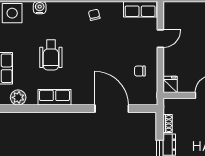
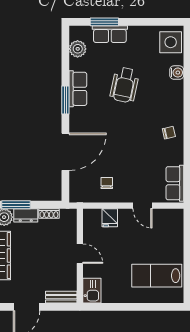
wheelchair: (51, 55) -> (124, 85), turned -78
fridge: (170, 84) -> (110, 218), moved, turned 90
window: (65, 109) -> (65, 100), added

